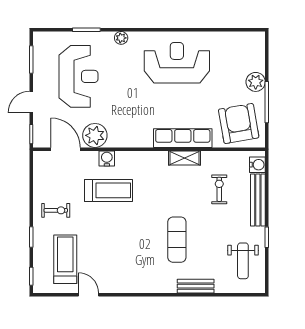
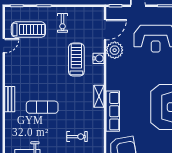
shelving: (185, 158) -> (99, 96), moved
treadmill: (109, 190) -> (76, 60), turned 180
bench: (196, 286) -> (10, 99), moved

